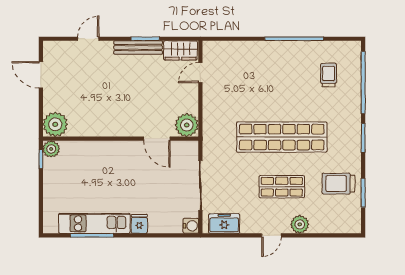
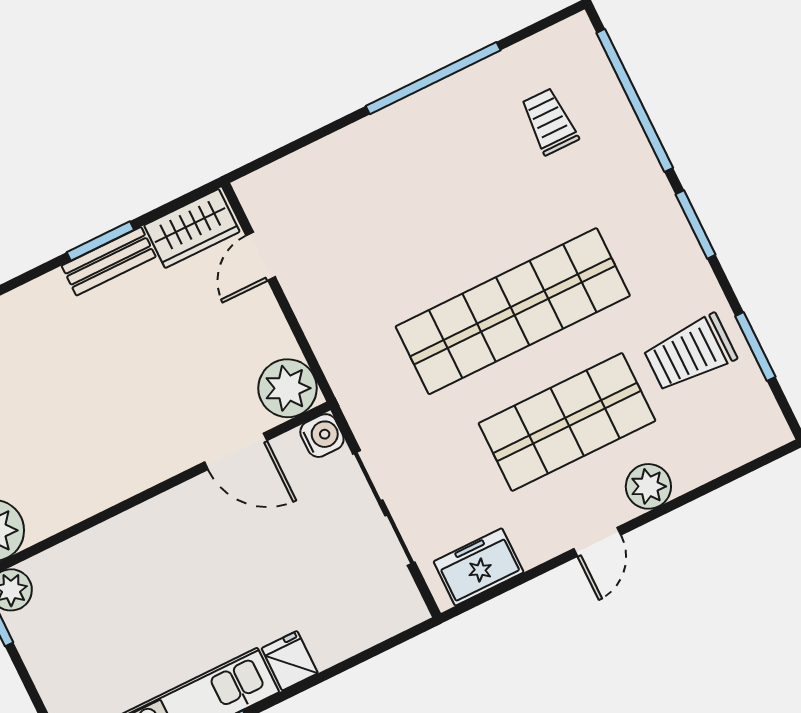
bench: (138, 48) -> (109, 261), width x0.73
shop shelf: (282, 187) -> (567, 422), width x1.43, depth x1.36
water cooler: (191, 226) -> (322, 436), moved

